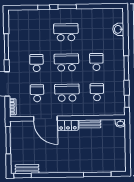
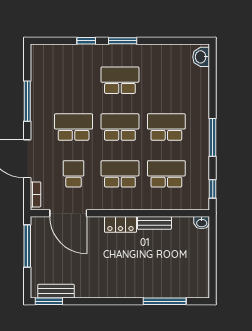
washbasin: (118, 29) -> (201, 57), moved
school desk: (96, 62) -> (166, 127), width x1.85
school desk: (37, 63) -> (74, 127), width x1.85
school desk: (97, 92) -> (166, 174), width x1.85
door: (45, 119) -> (68, 213), moved

